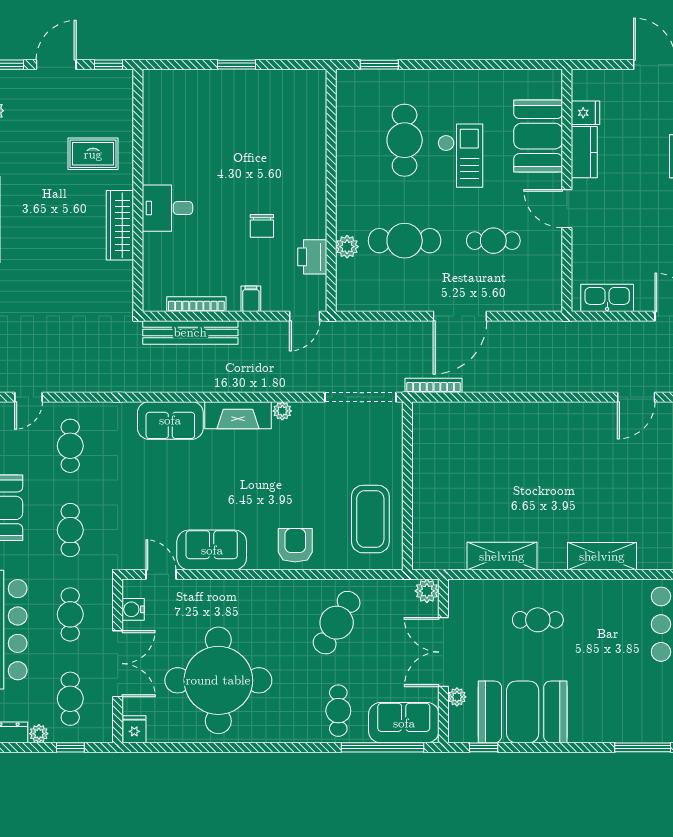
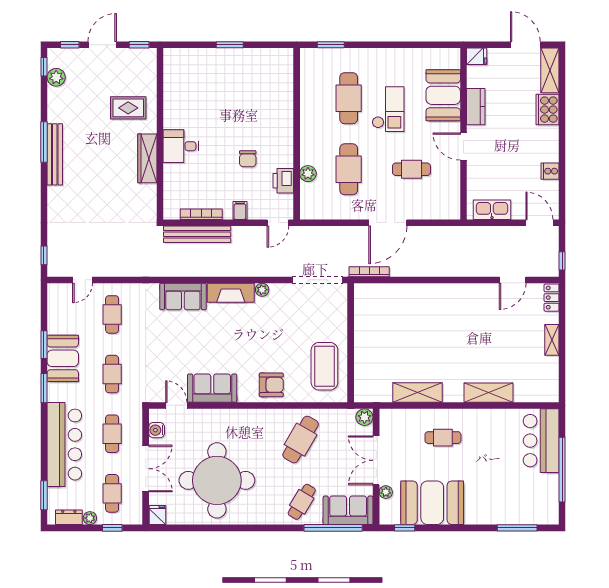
fridge: (585, 113) -> (477, 56), moved
cafe table: (405, 241) -> (349, 169), turned 90
armchair: (295, 545) -> (271, 385), turned 90
cafe table: (338, 711) -> (302, 502), turned 31

